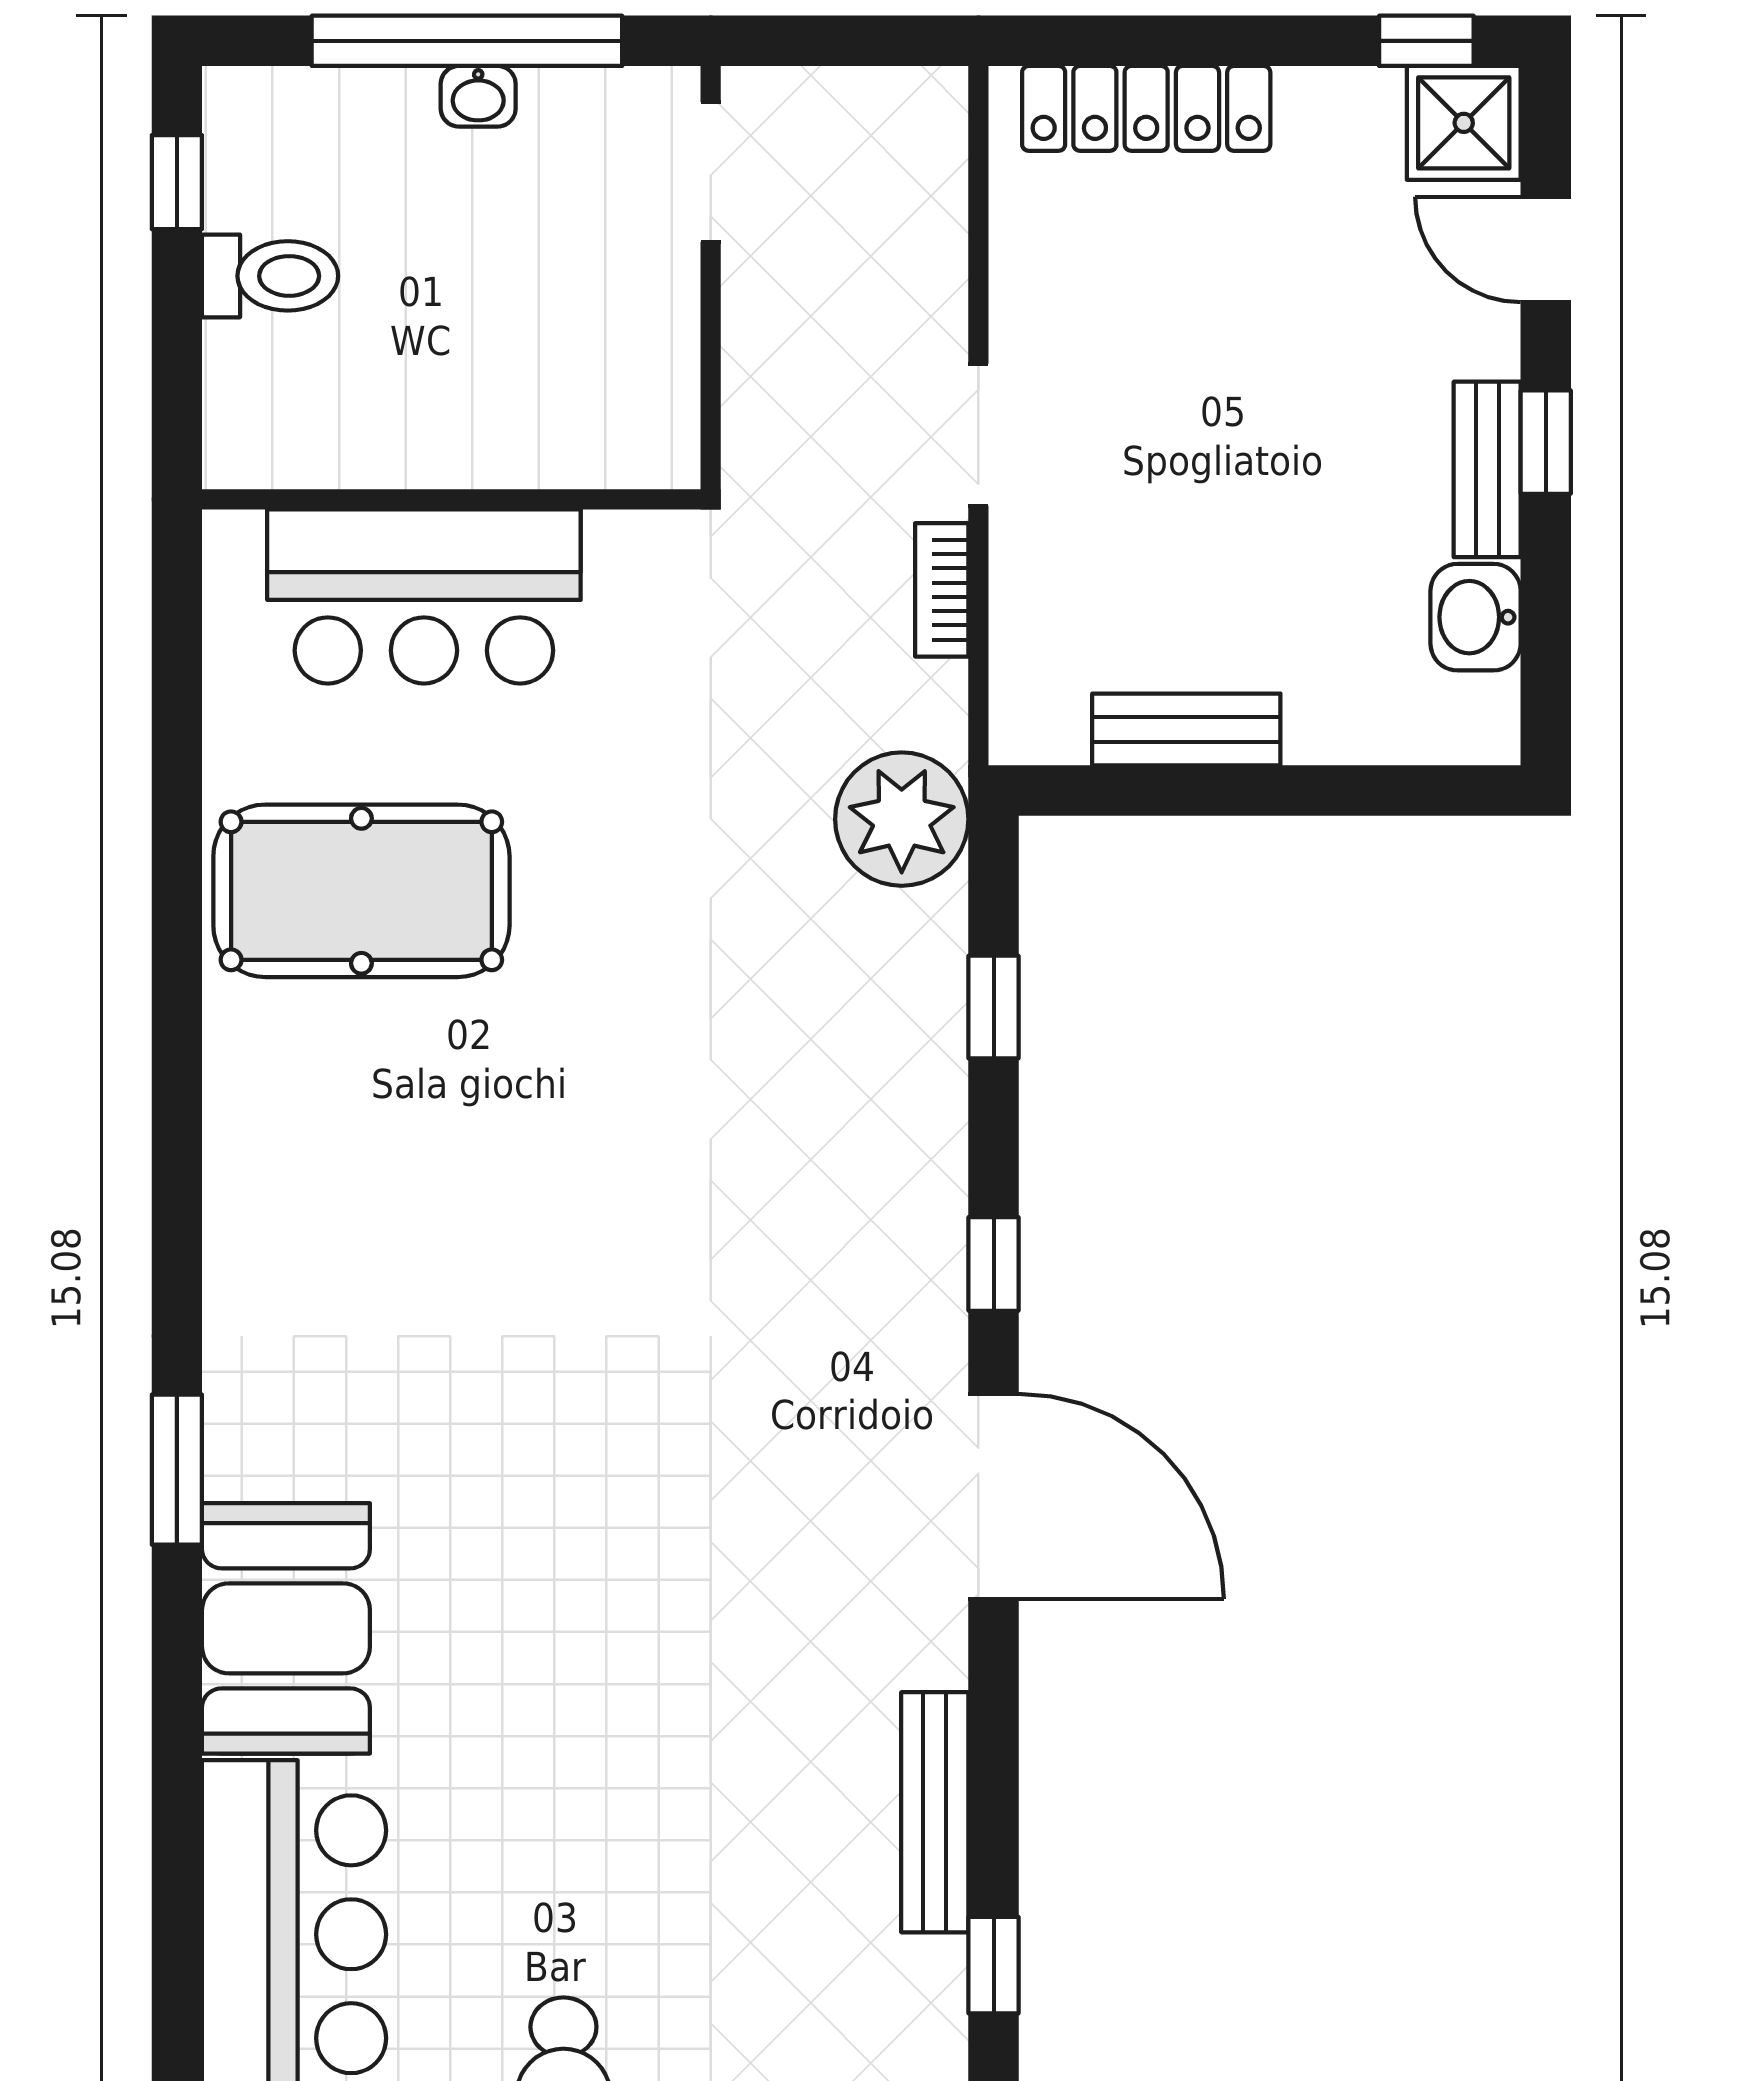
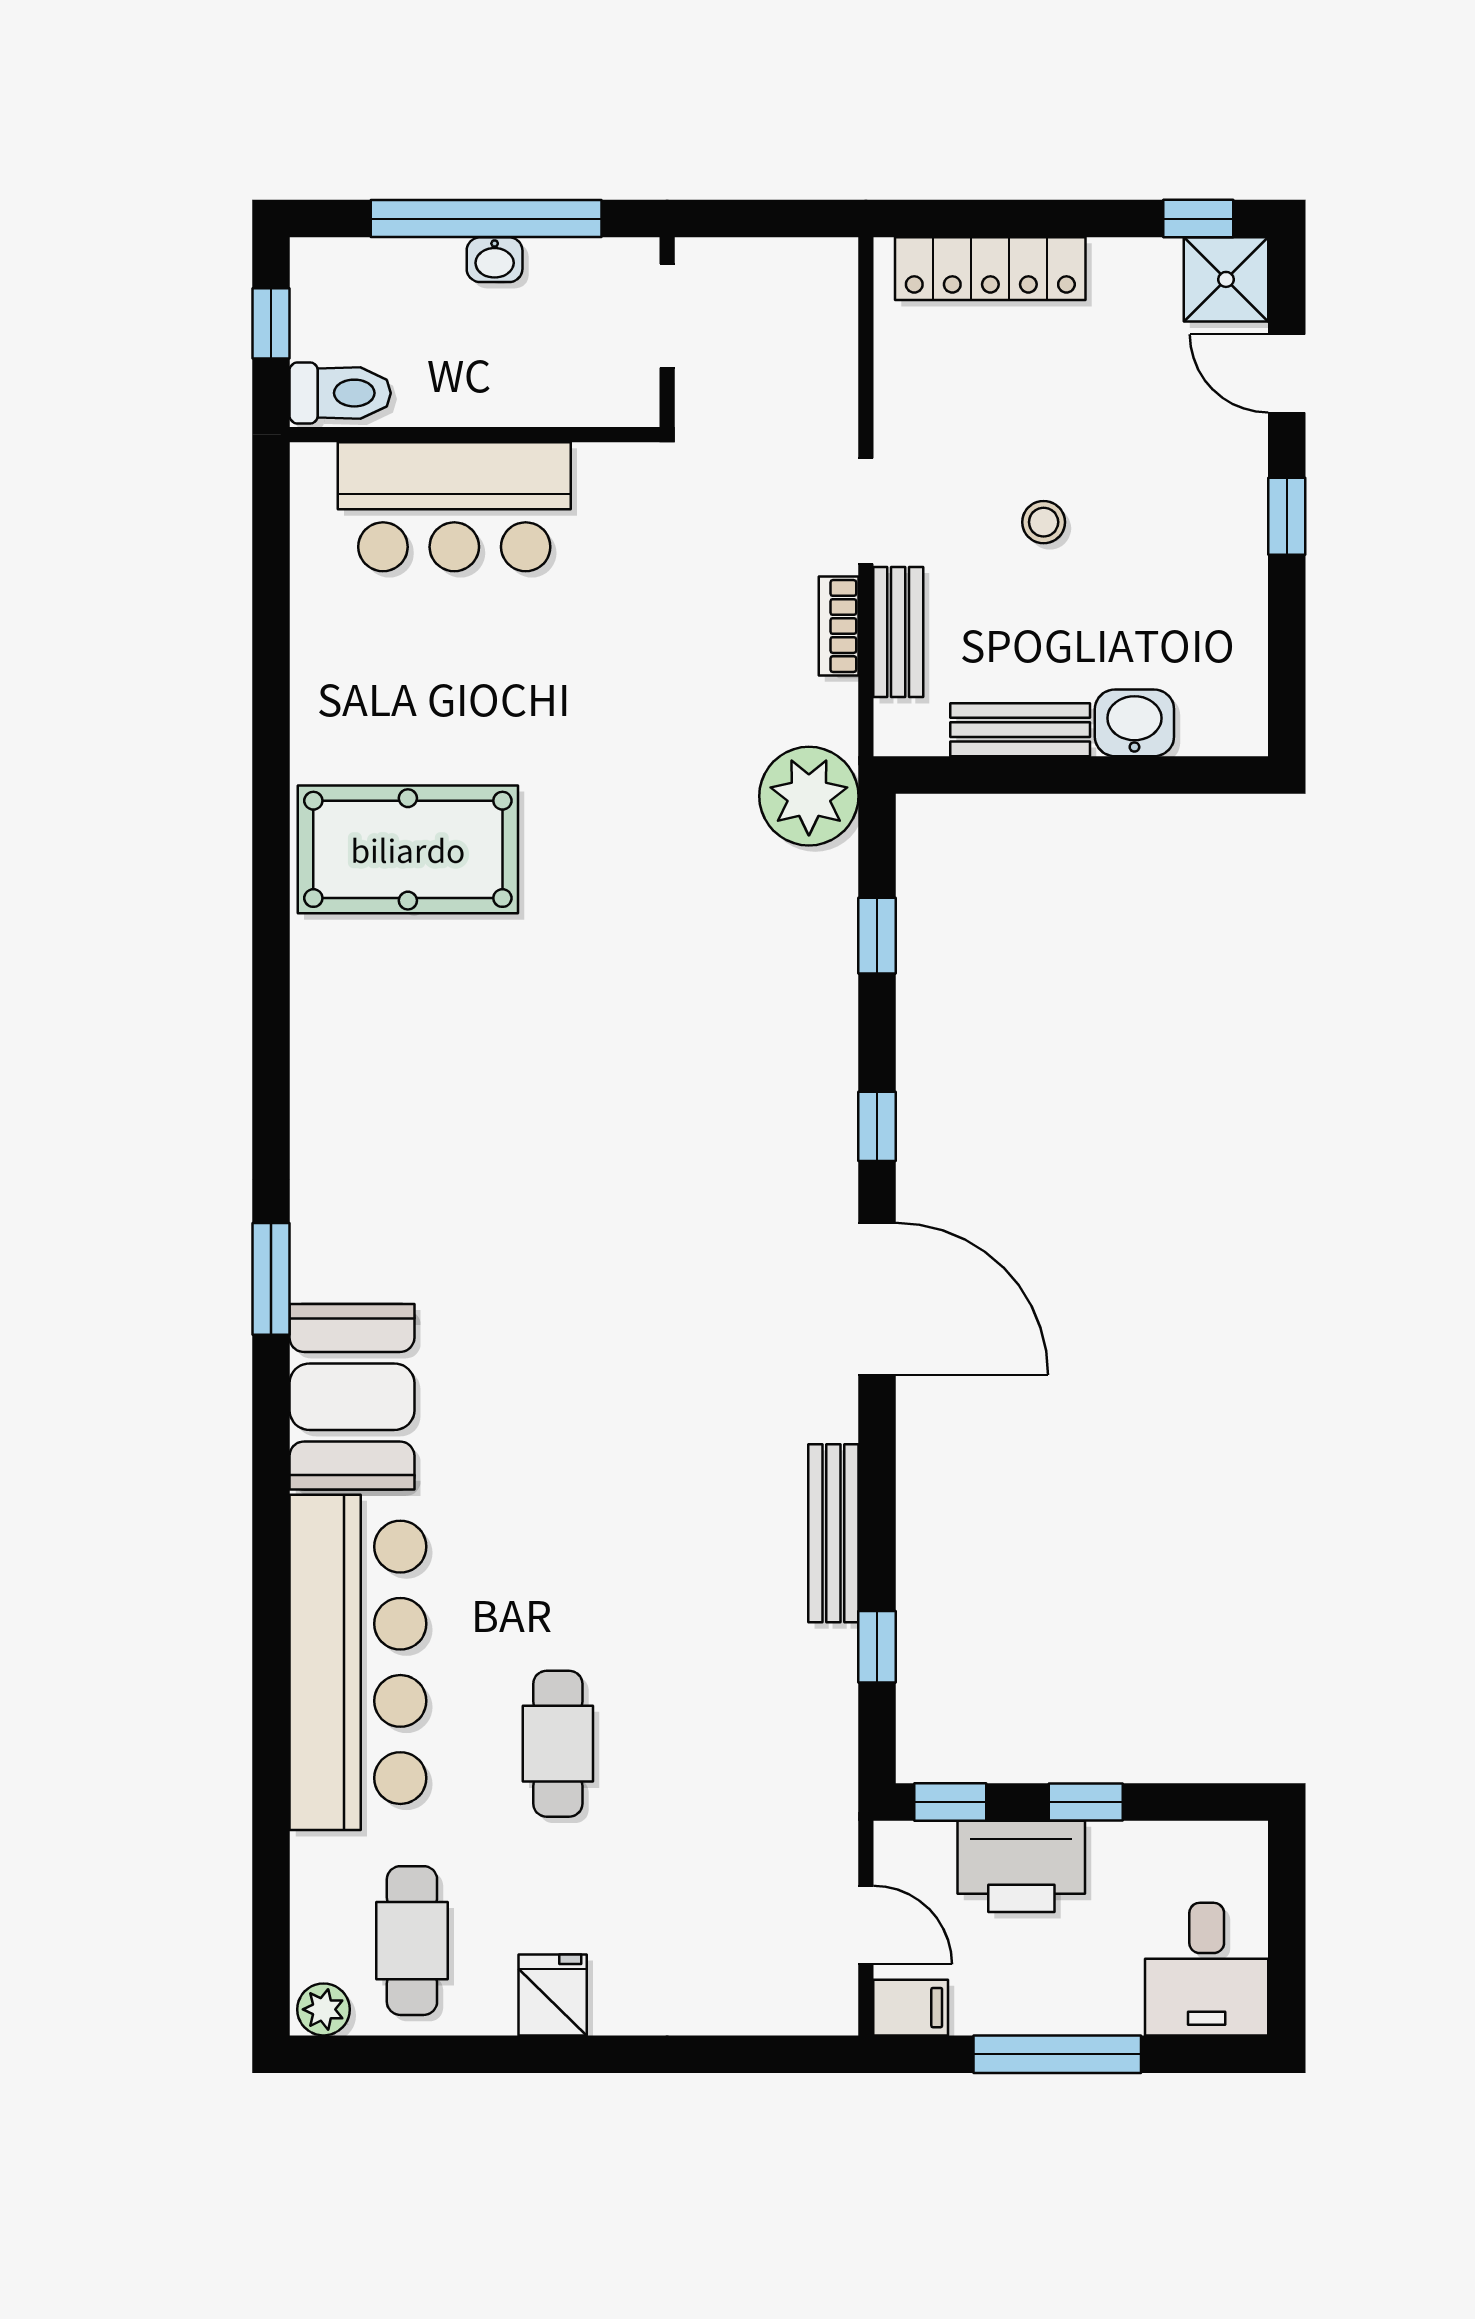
stool: (1218, 450) -> (1044, 522), added
bench: (1487, 469) -> (898, 632), moved
wall: (451, 499) -> (475, 435), moved
bar counter: (424, 596) -> (454, 507), moved
washbasin: (1476, 617) -> (1134, 723), moved, turned 90

